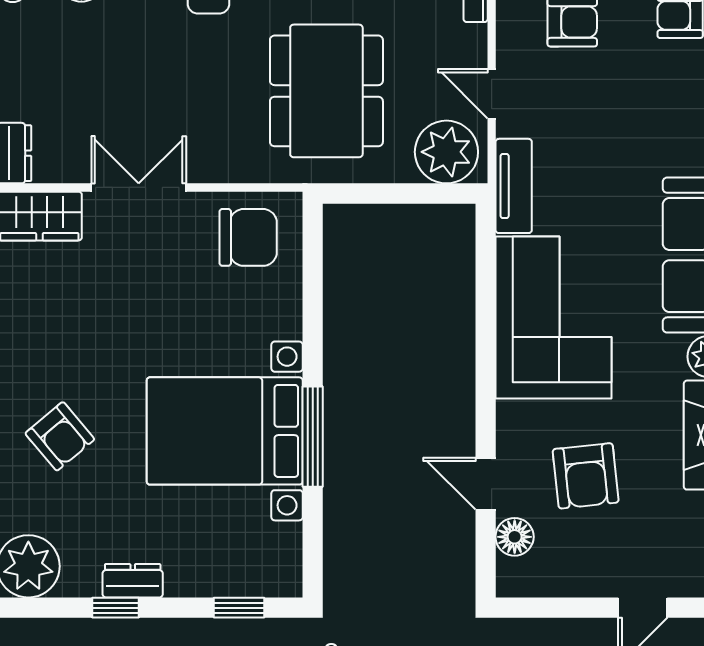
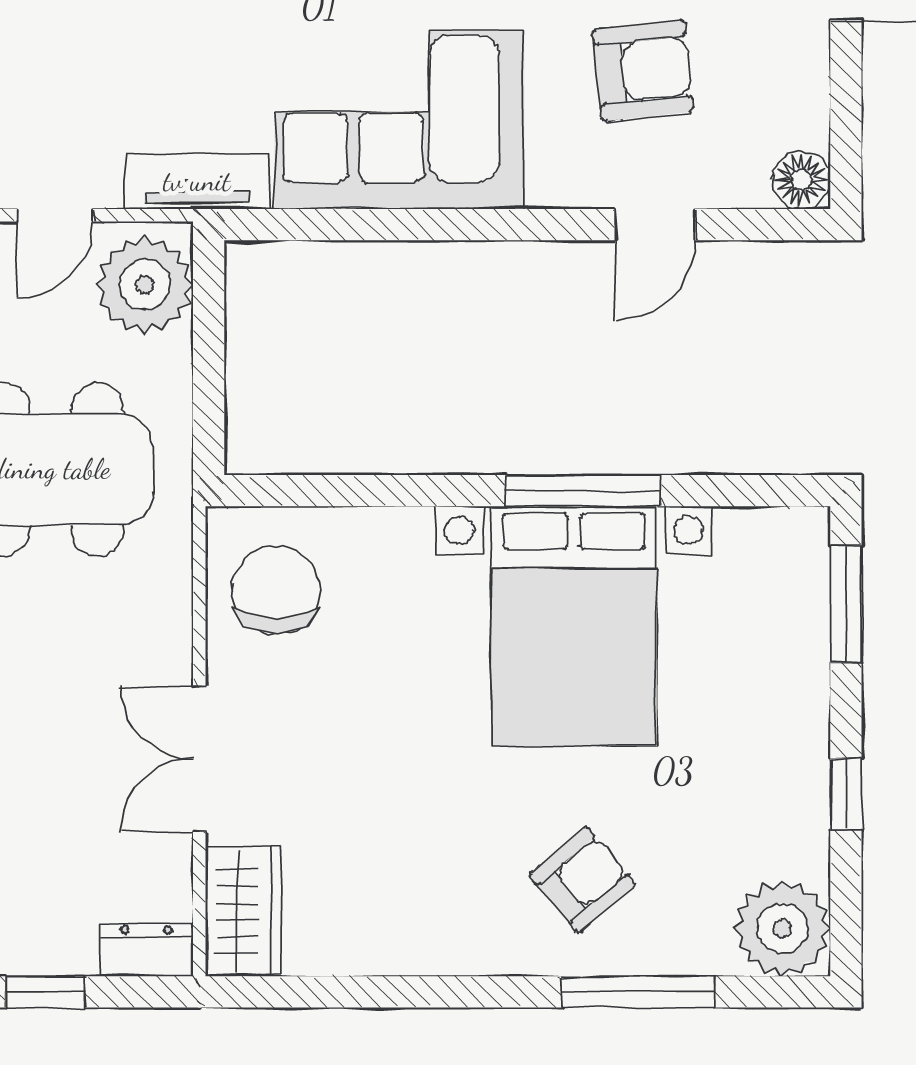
floor lamp: (515, 537) -> (801, 180), moved
dresser: (133, 581) -> (805, 768), removed
window: (239, 608) -> (846, 604), width x1.50

